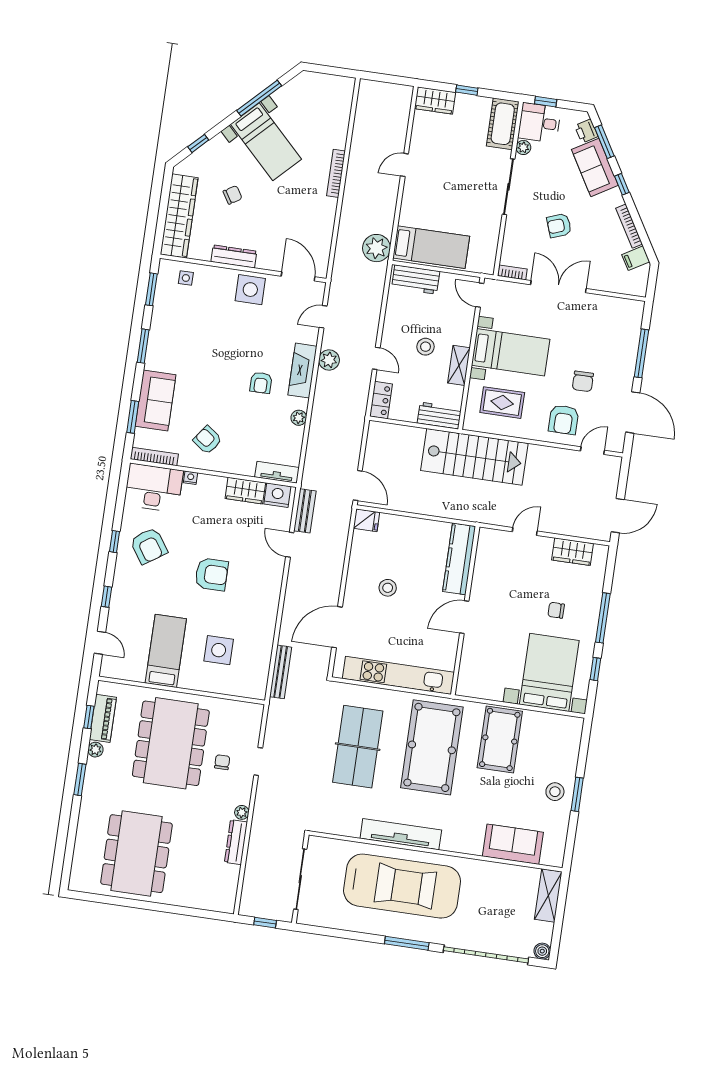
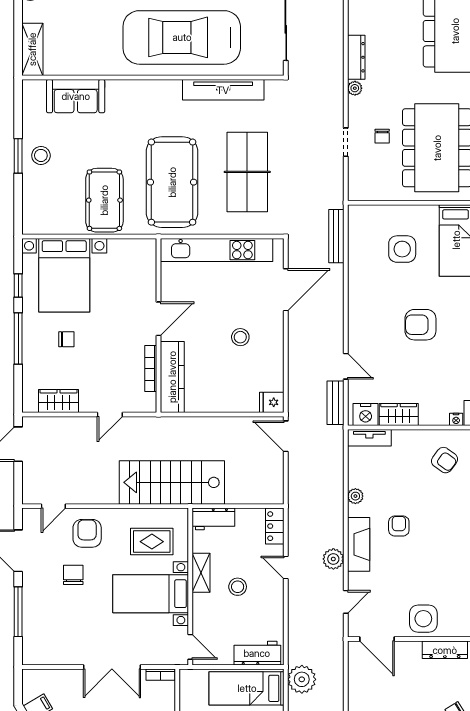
bookcase: (479, 570) -> (151, 369), added
tv unit: (401, 834) -> (223, 90), moved

